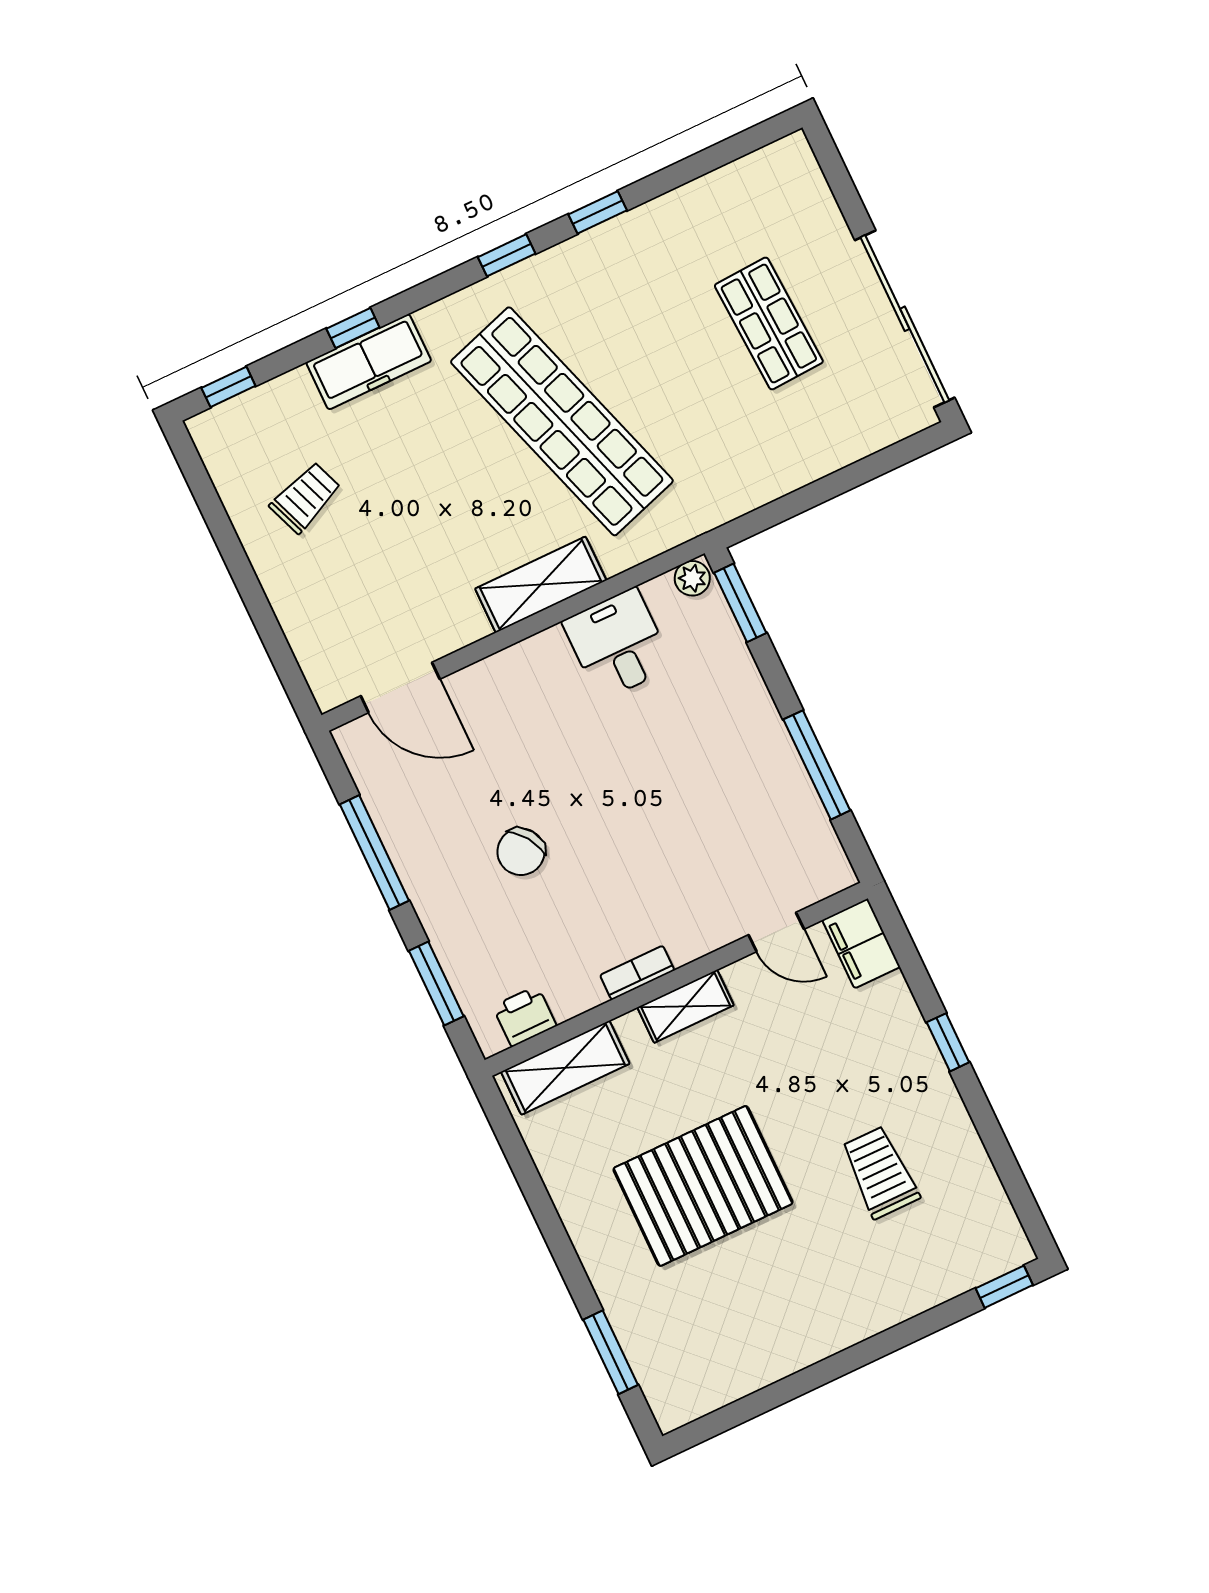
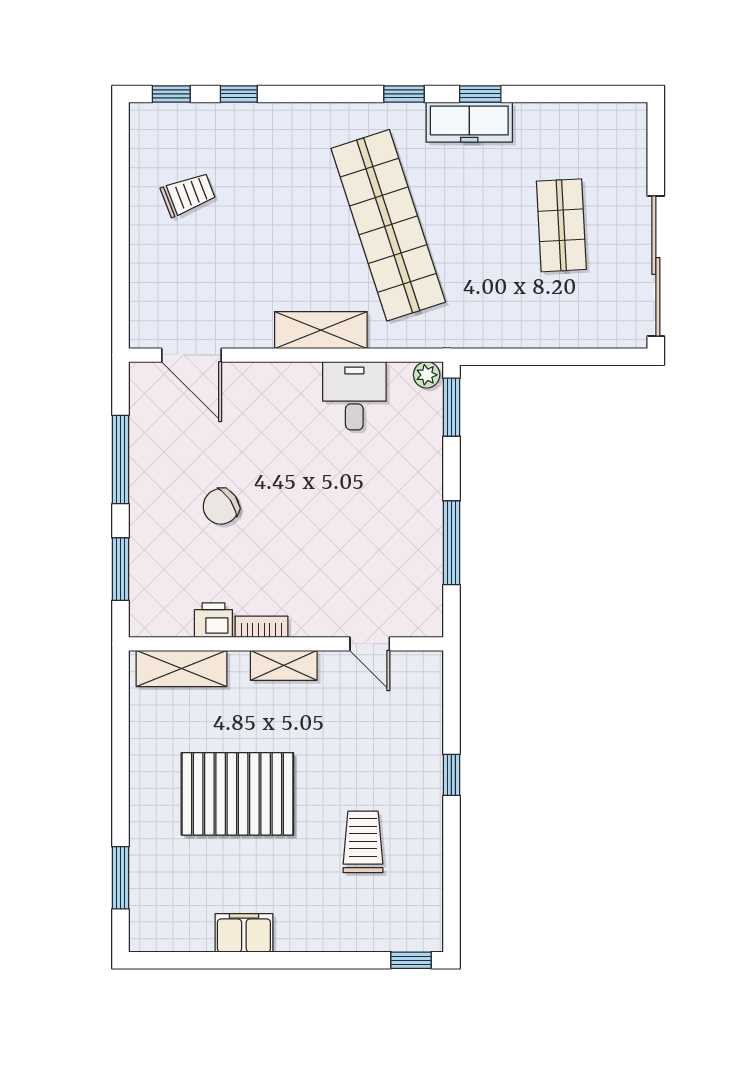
window: (353, 328) -> (239, 94), moved
freezer: (369, 362) -> (469, 122), moved
filing cabinet: (861, 943) -> (244, 933), moved, turned 90
printer: (525, 1016) -> (213, 620), moved

